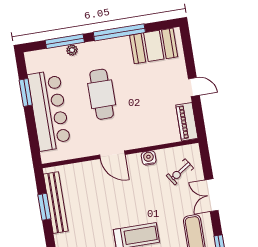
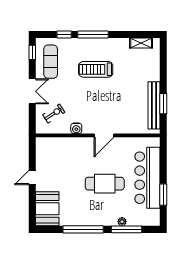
booth: (154, 46) -> (47, 209), moved, turned 90
door: (194, 87) -> (32, 178), hinge flipped
cafe table: (102, 94) -> (105, 184), turned 90
piano: (187, 122) -> (42, 151), removed
door: (112, 155) -> (104, 135), swing flipped

